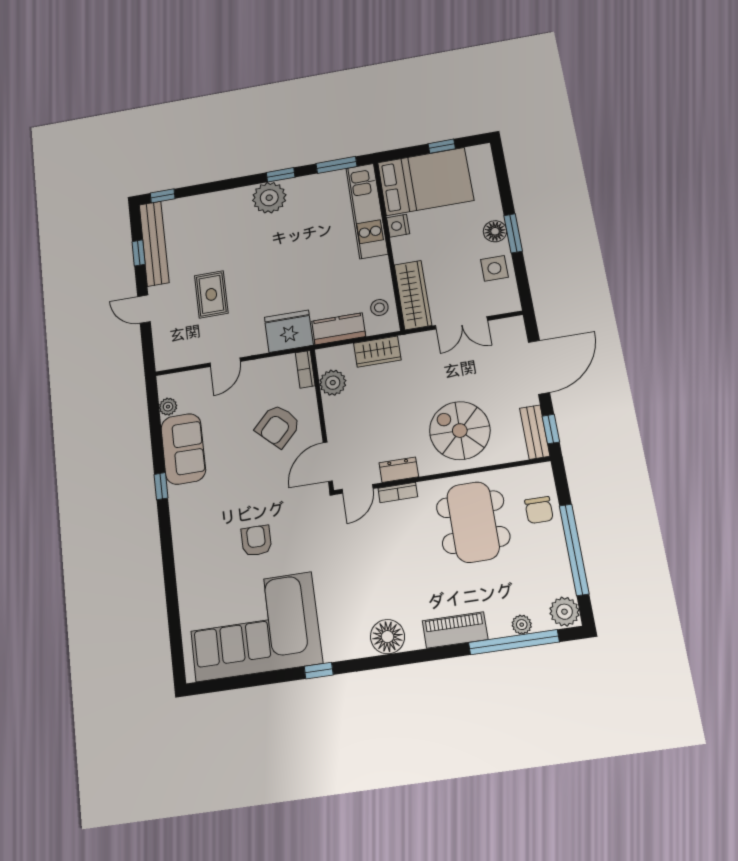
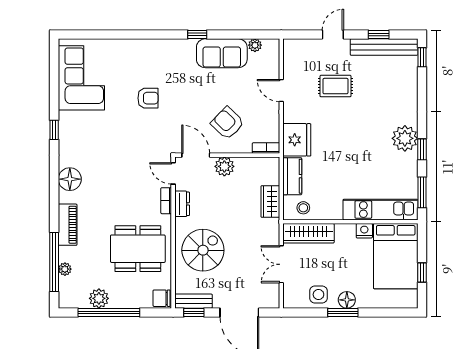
plant: (333, 383) -> (224, 166), moved
chair: (539, 510) -> (162, 298), moved
plant: (564, 612) -> (99, 298), moved
corner sofa: (254, 626) -> (81, 78), width x0.73, depth x0.74

